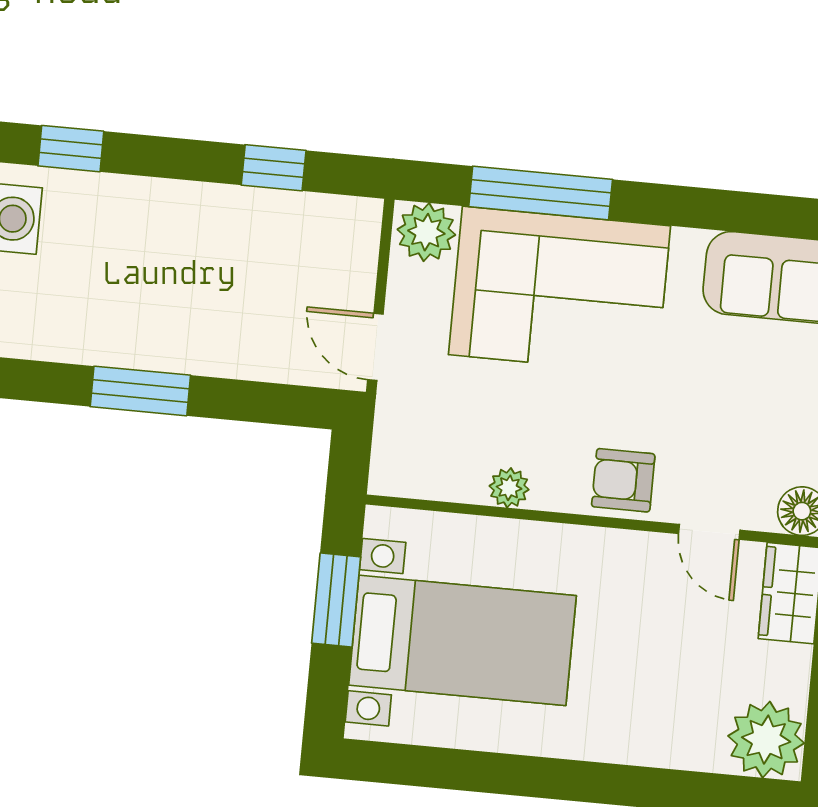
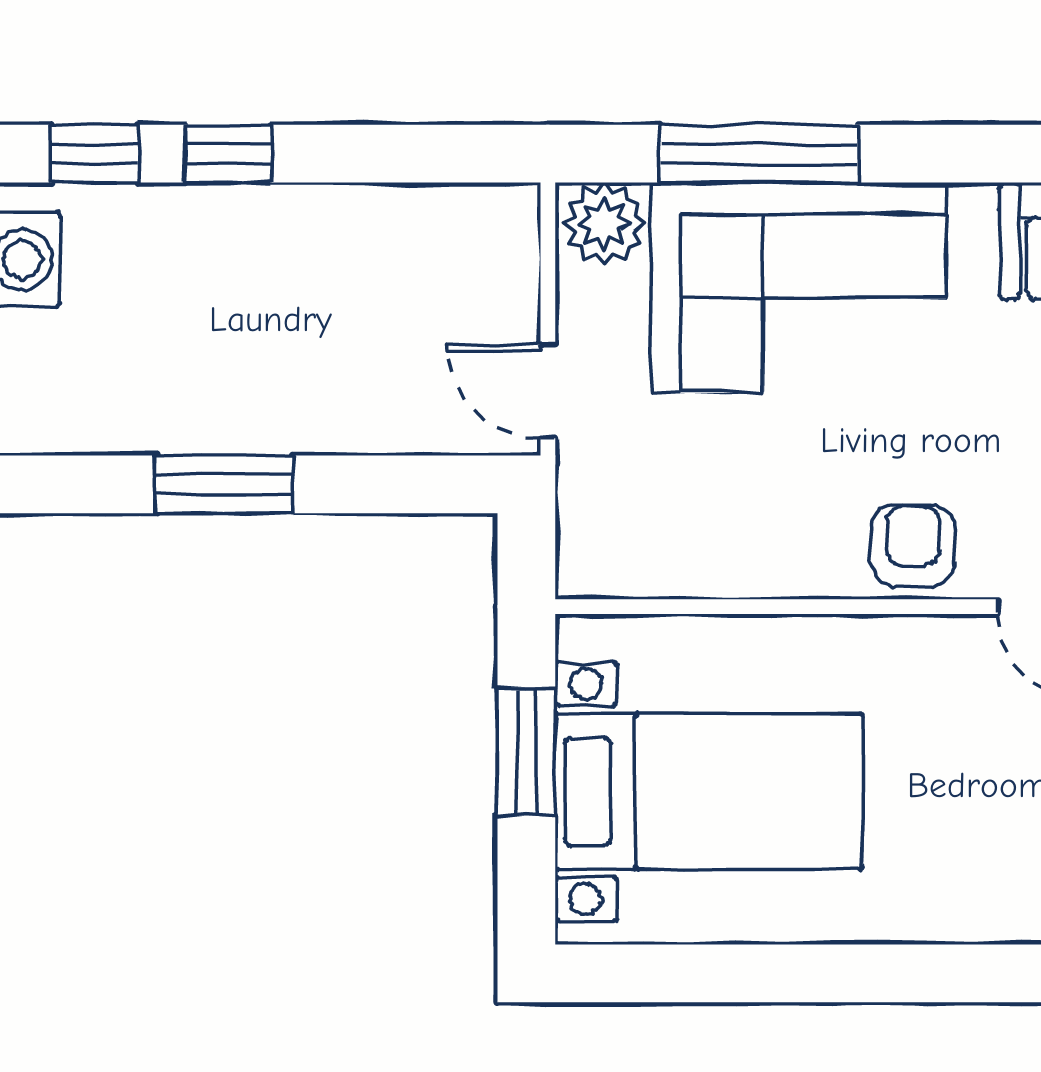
window: (274, 168) -> (228, 154), moved
armchair: (623, 480) -> (913, 546), turned 90
plant: (509, 488) -> (754, 571), removed

